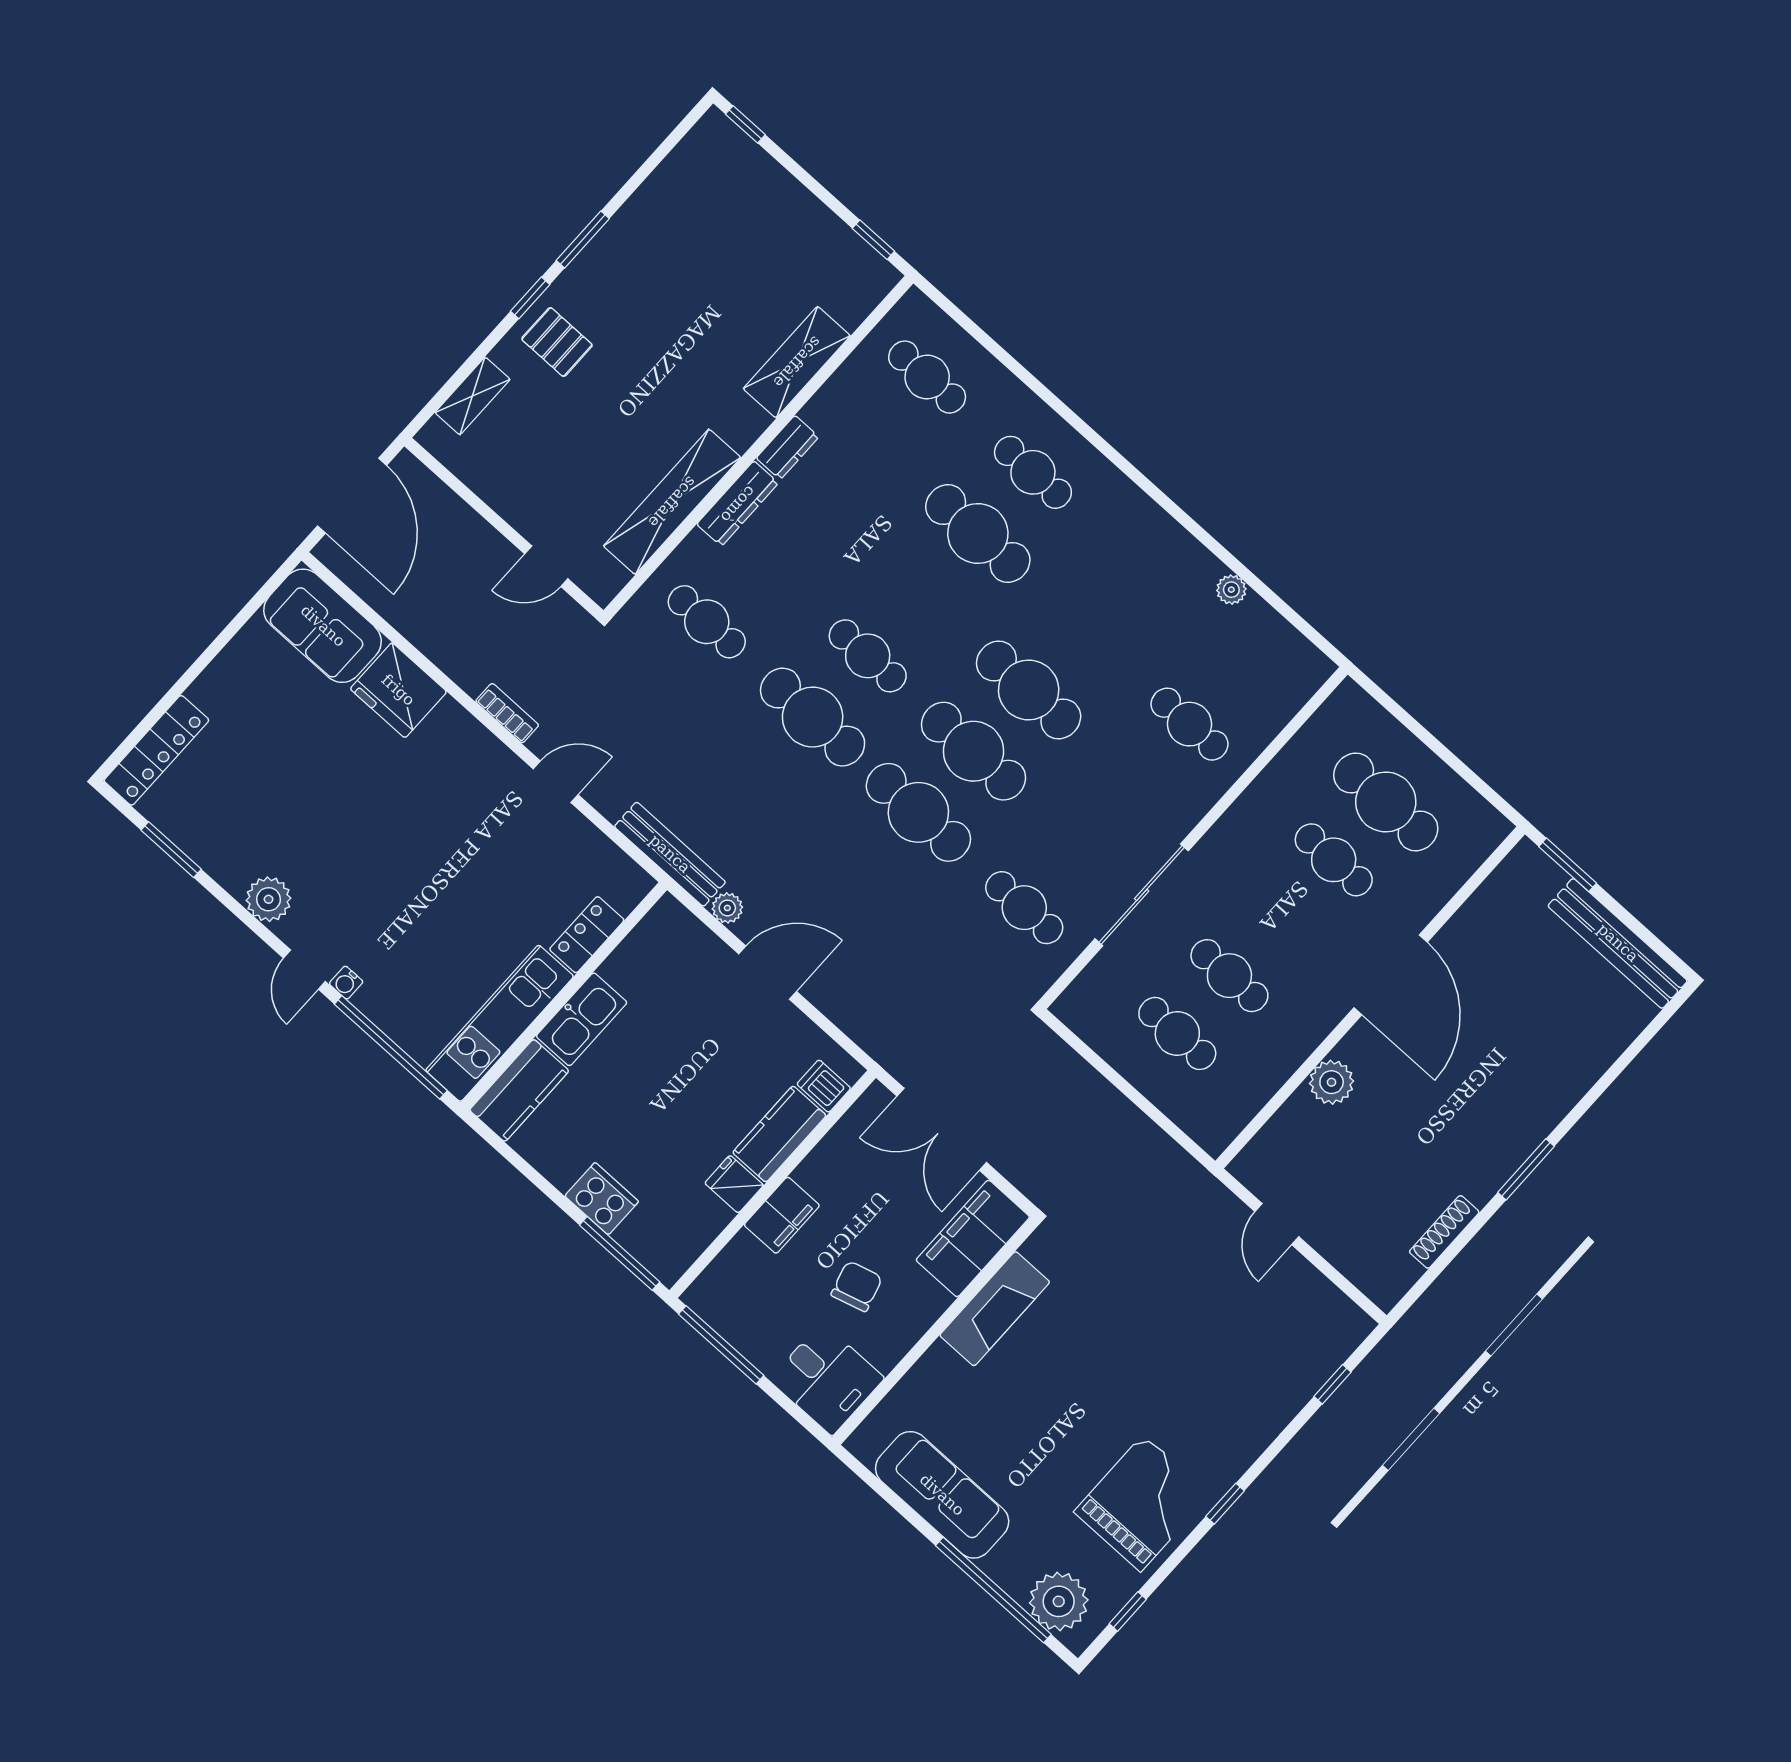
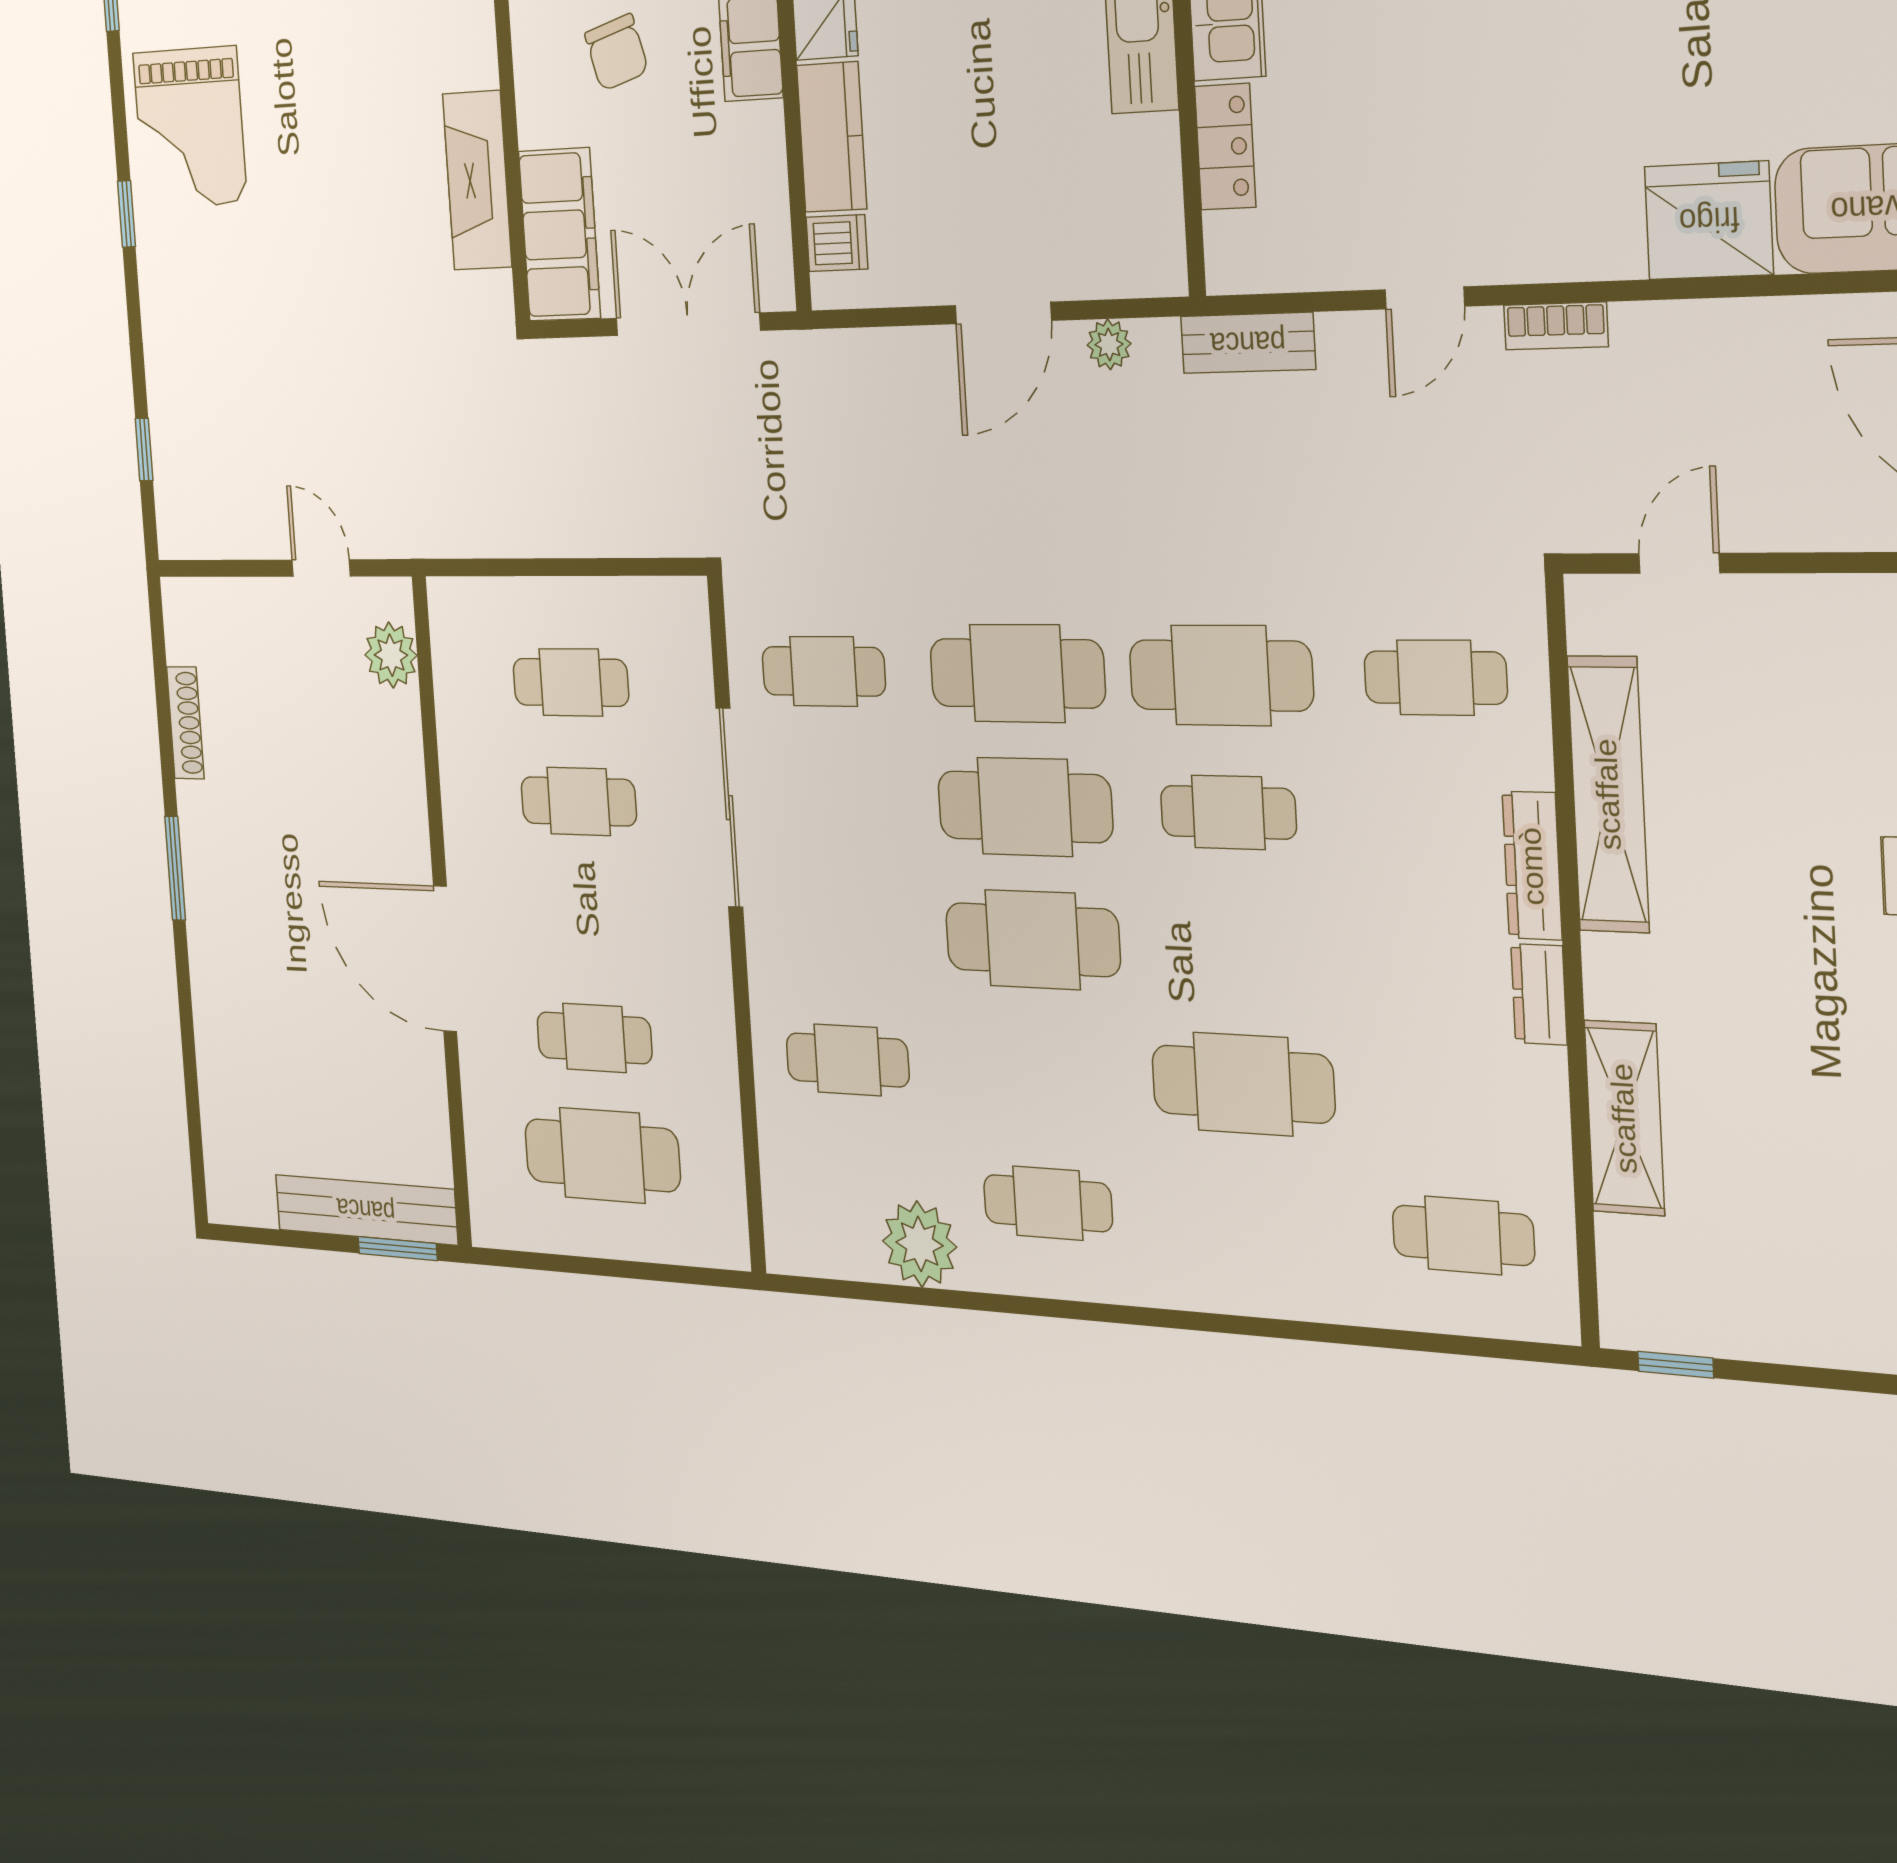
cafe table: (1033, 472) -> (1048, 1203), moved
plant: (1231, 590) -> (920, 1244), width x1.88, depth x1.88
bench: (670, 854) -> (1248, 343), width x0.73
bench: (1618, 943) -> (366, 1210), moved
plant: (1332, 1082) -> (391, 655), moved

